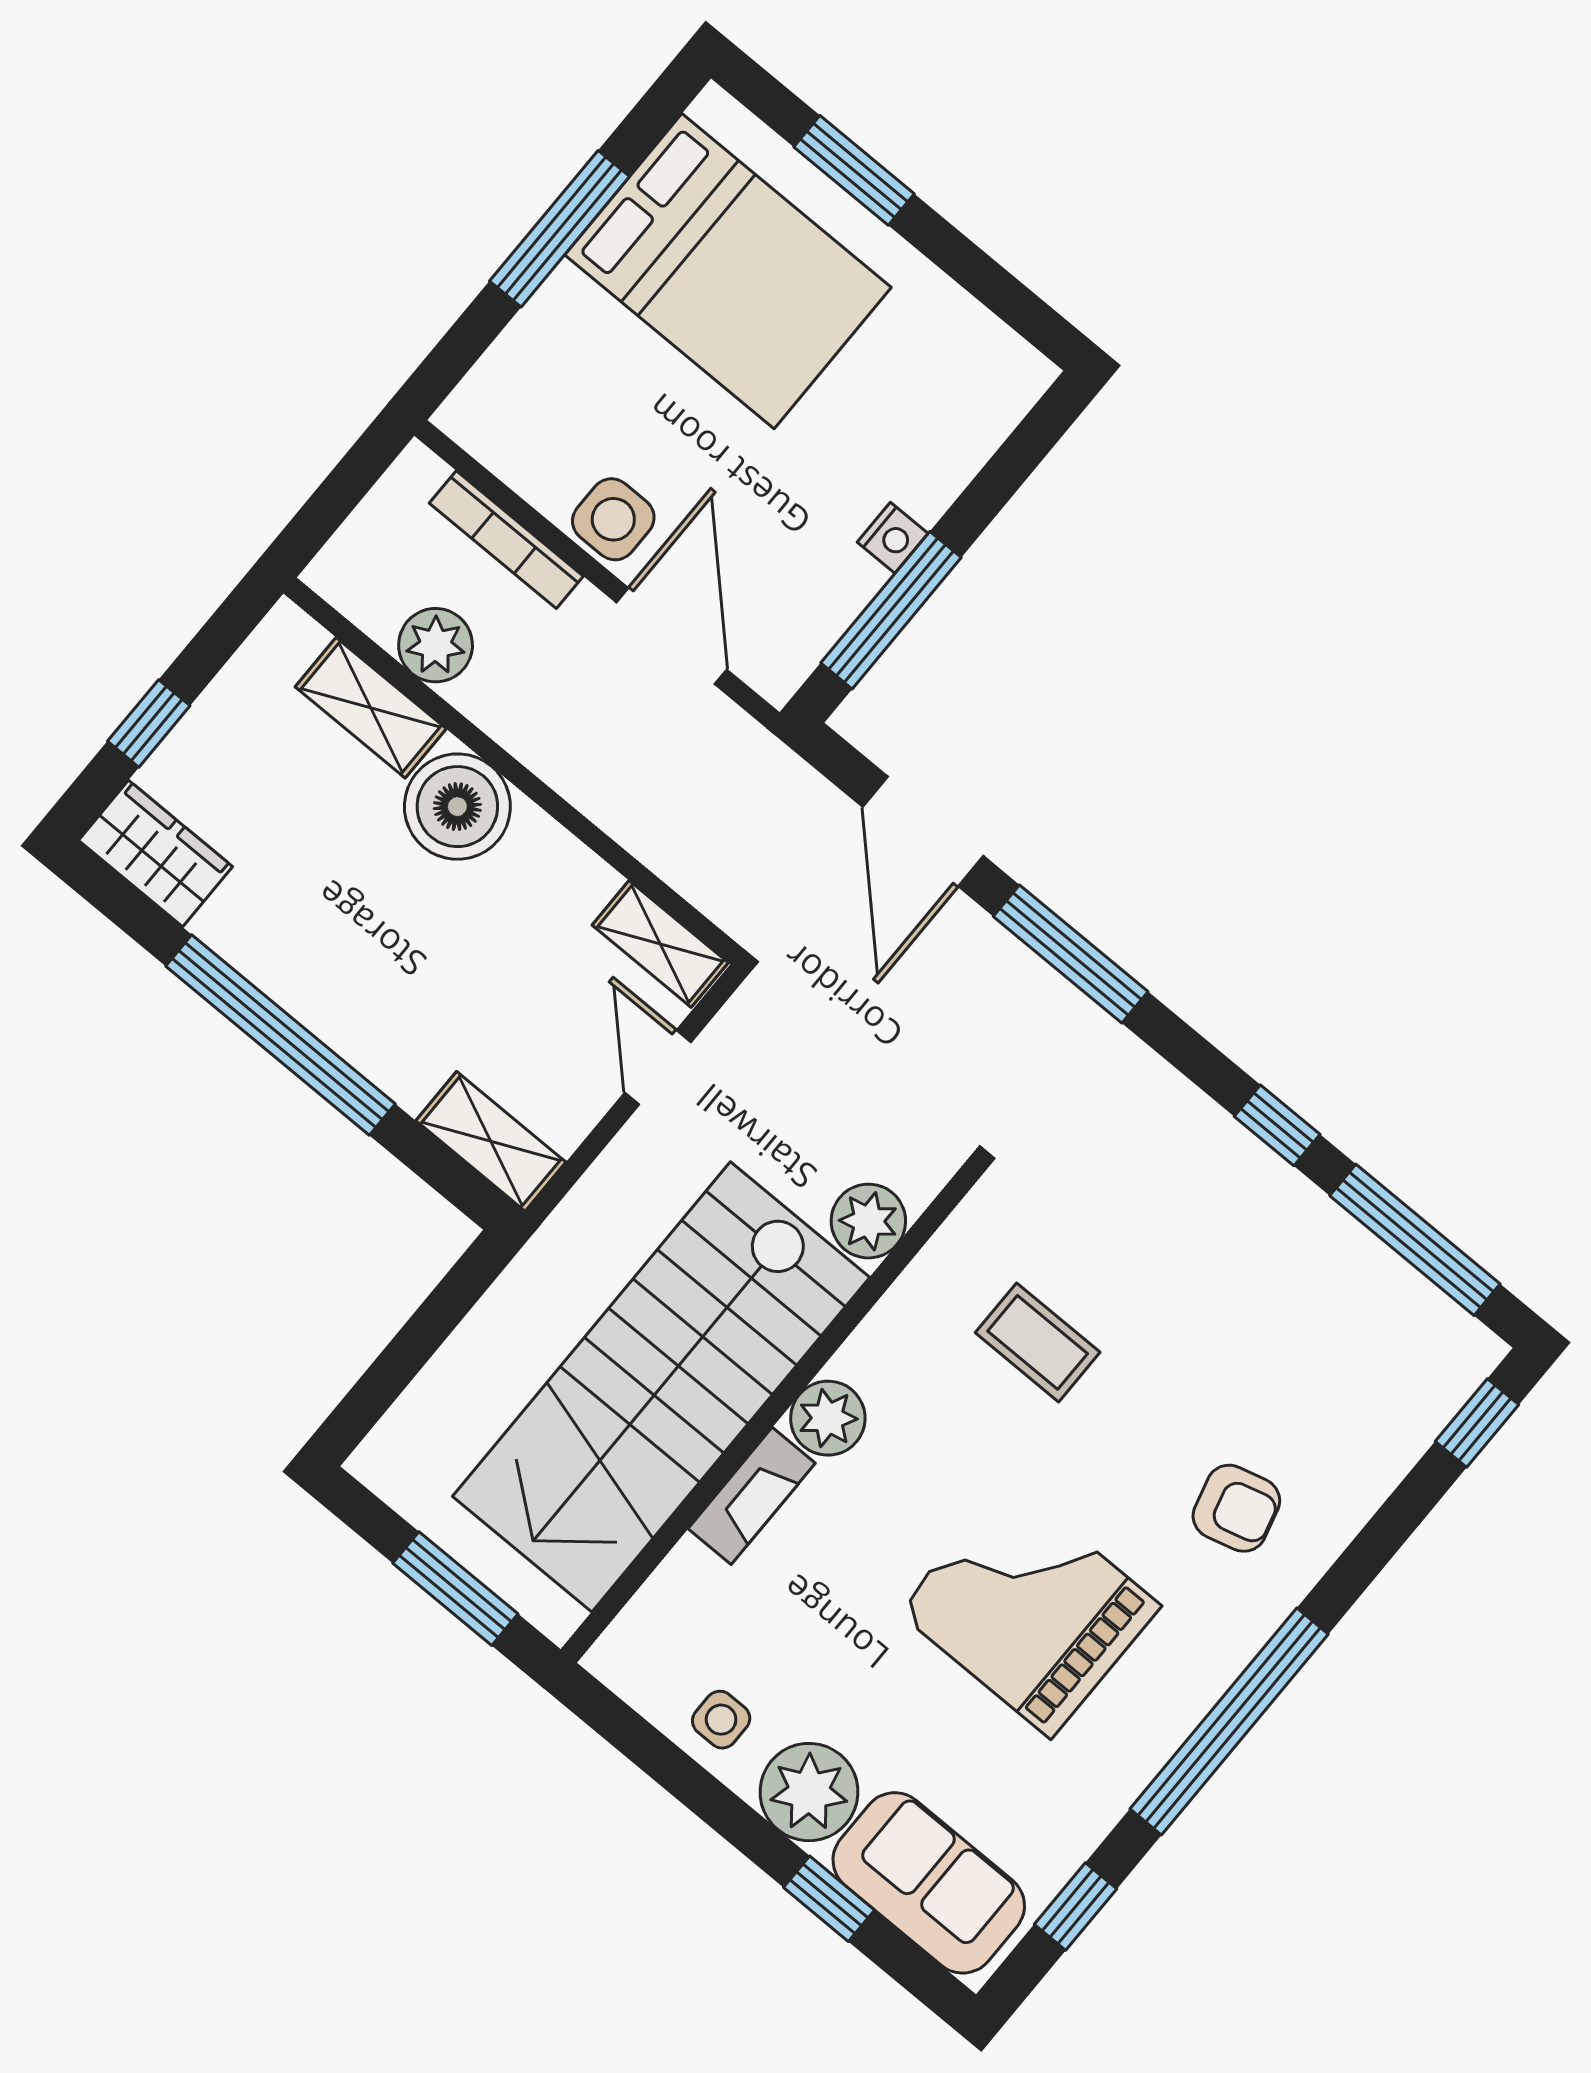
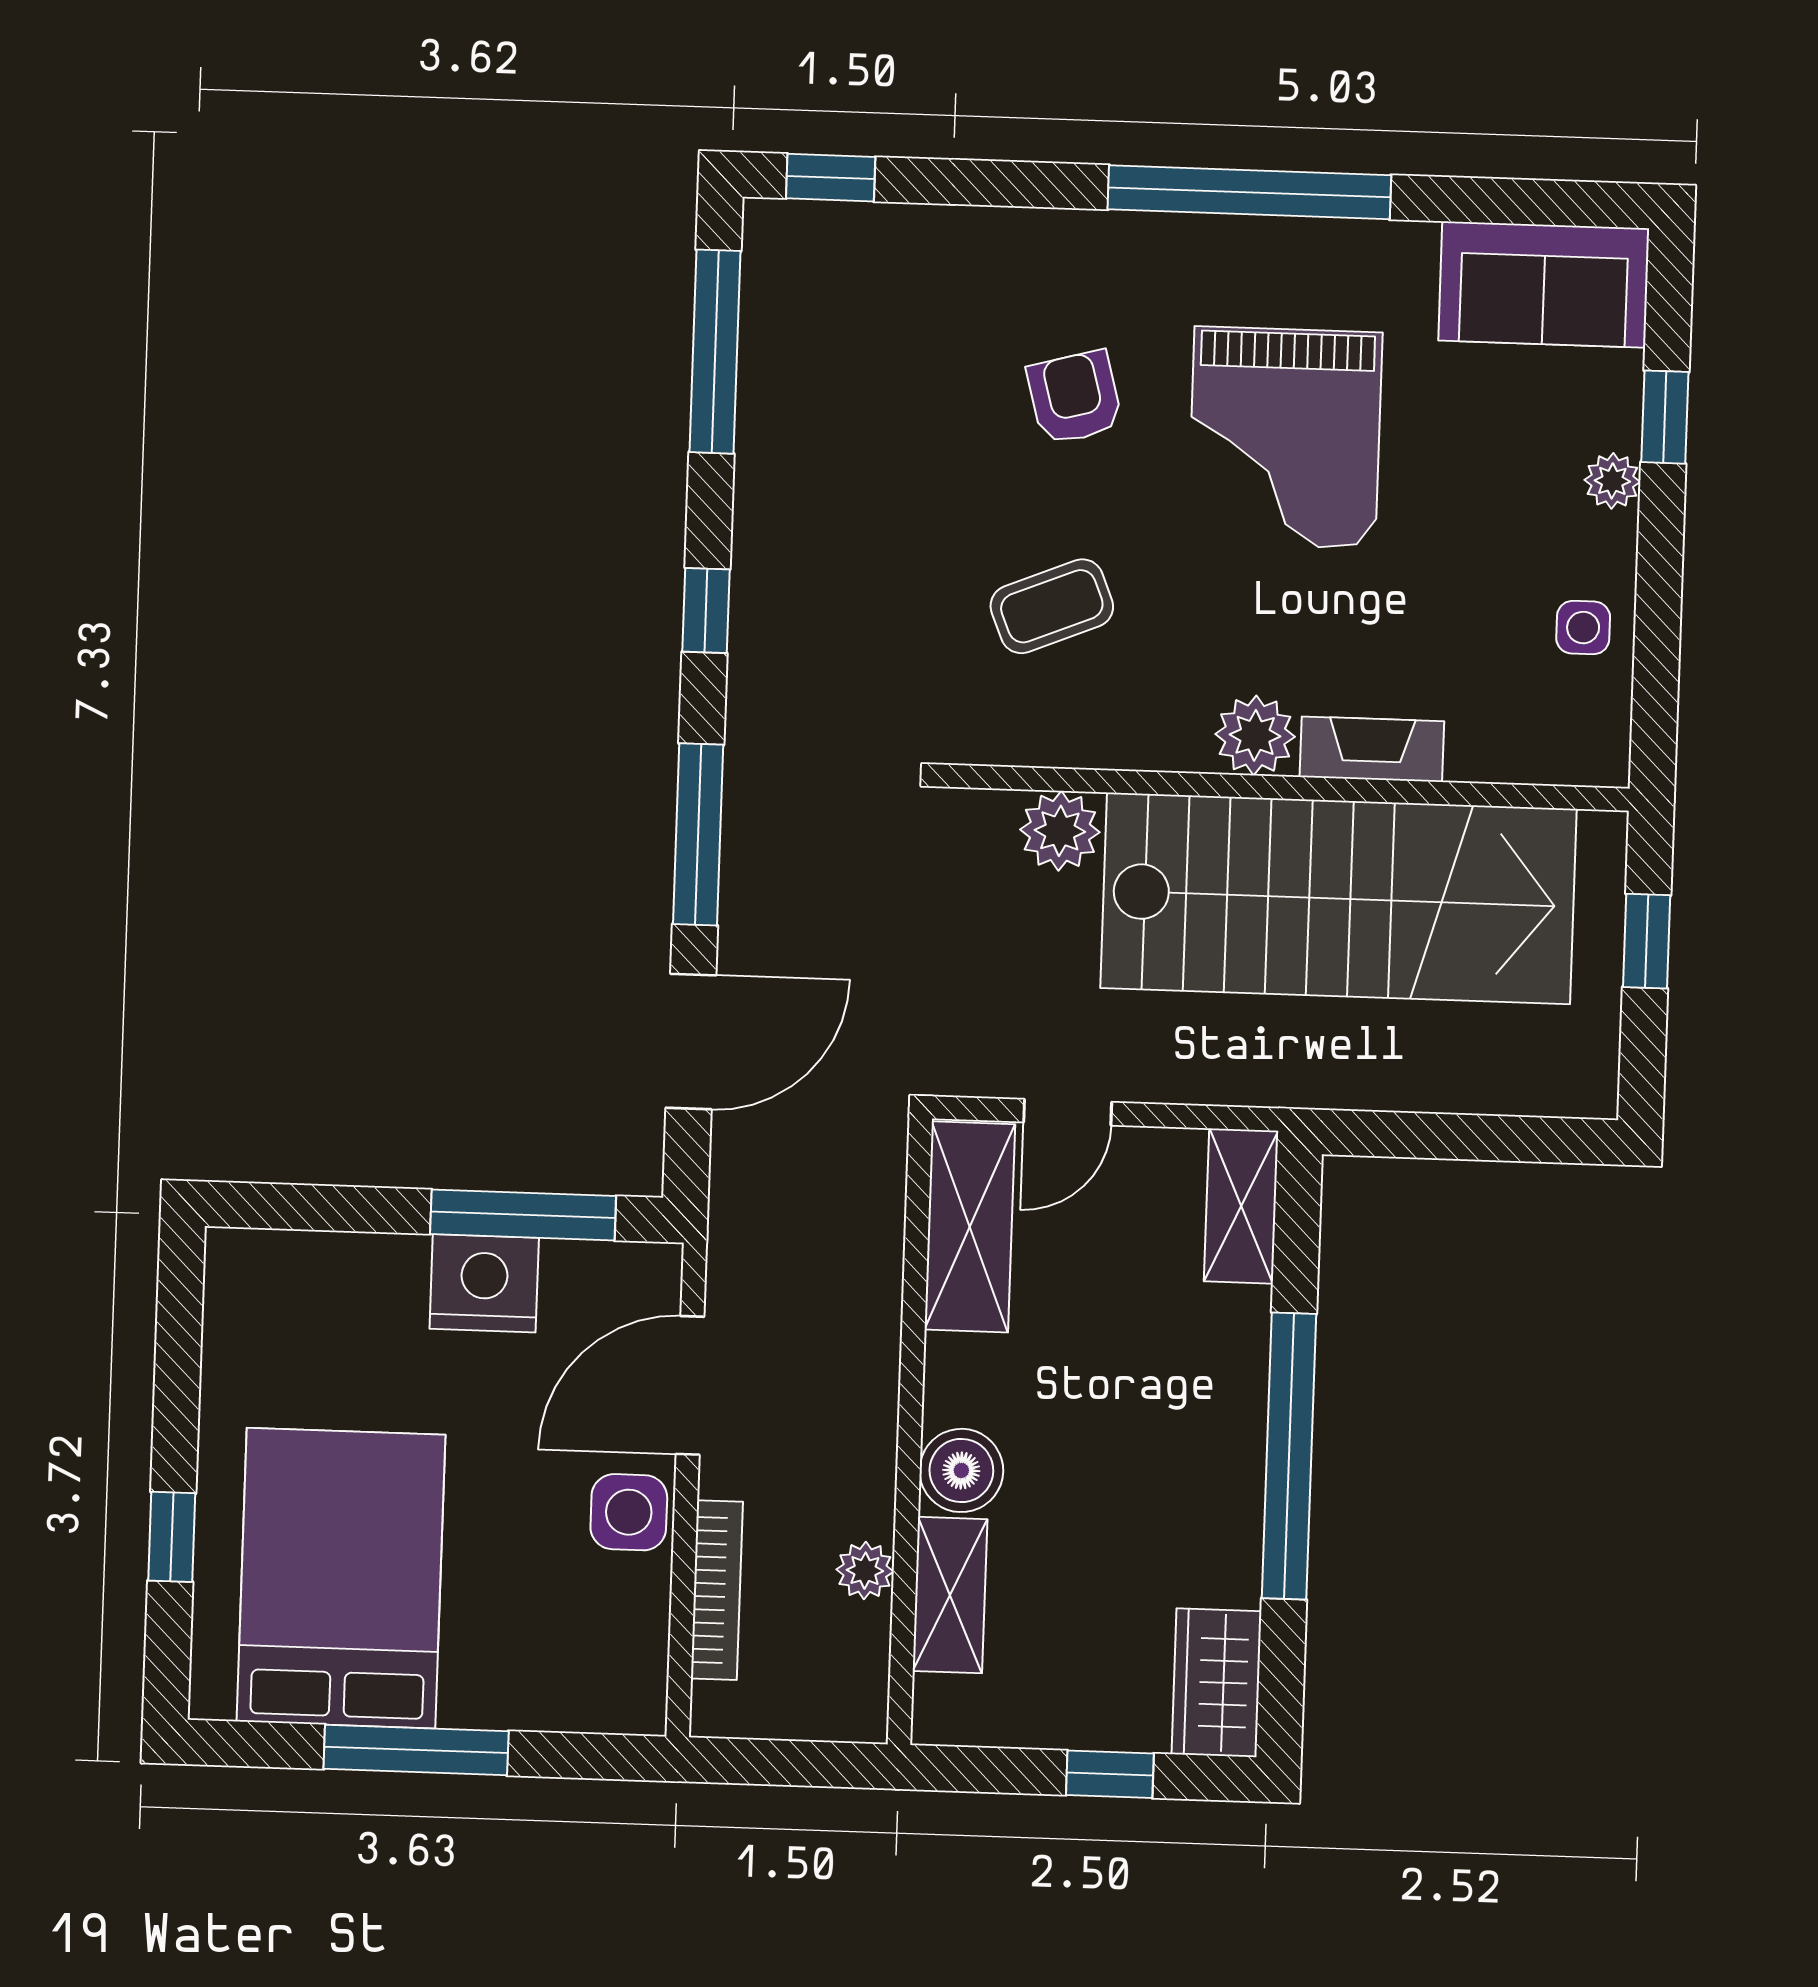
window: (854, 170) -> (172, 1537), width x0.67
nightstand: (893, 538) -> (484, 1283), width x1.89, depth x1.79
plant: (436, 645) -> (865, 1571), width x0.73, depth x0.73
boiler: (457, 807) -> (961, 1470), width x0.73, depth x0.73
shelving: (660, 944) -> (970, 1227), width x1.50, depth x1.33
window: (1277, 1125) -> (706, 610), moved
coffee table: (1038, 1342) -> (1052, 606), turned 68
armchair: (1236, 1508) -> (1075, 398), moved
window: (455, 1589) -> (1647, 941), width x0.67
plant: (809, 1792) -> (1612, 481), width x0.53, depth x0.53
sofa: (929, 1883) -> (1544, 285), moved, turned -90
window: (1076, 1907) -> (1509, 201), removed

